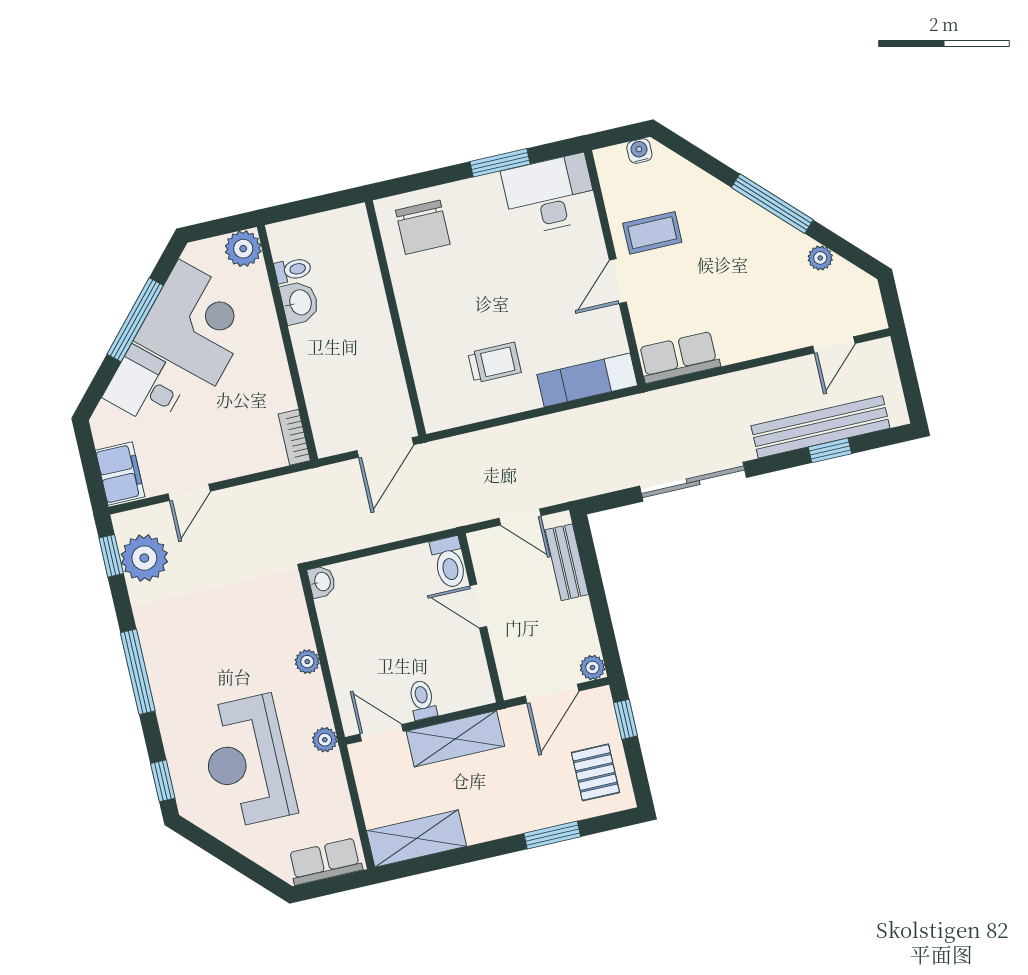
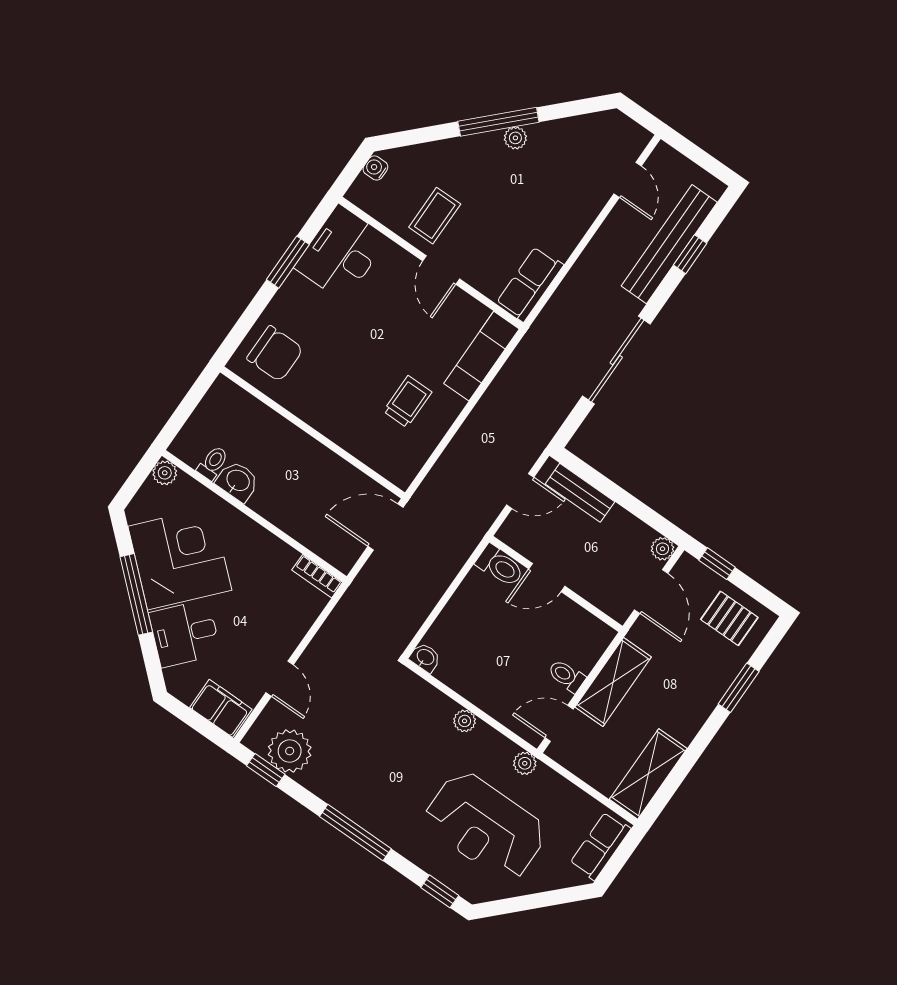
plant: (243, 249) -> (165, 473), width x0.73, depth x0.73
plant: (820, 258) -> (515, 138), moved
door: (385, 448) -> (386, 527), swing flipped

